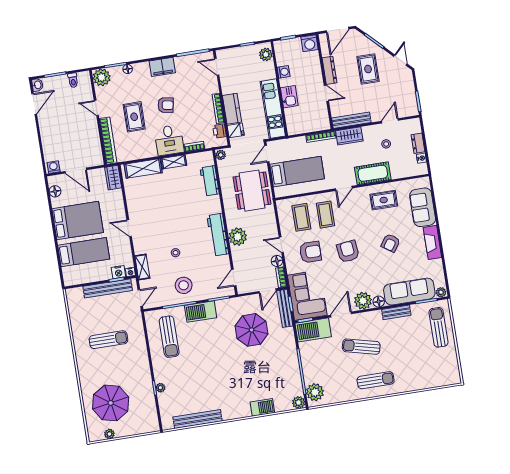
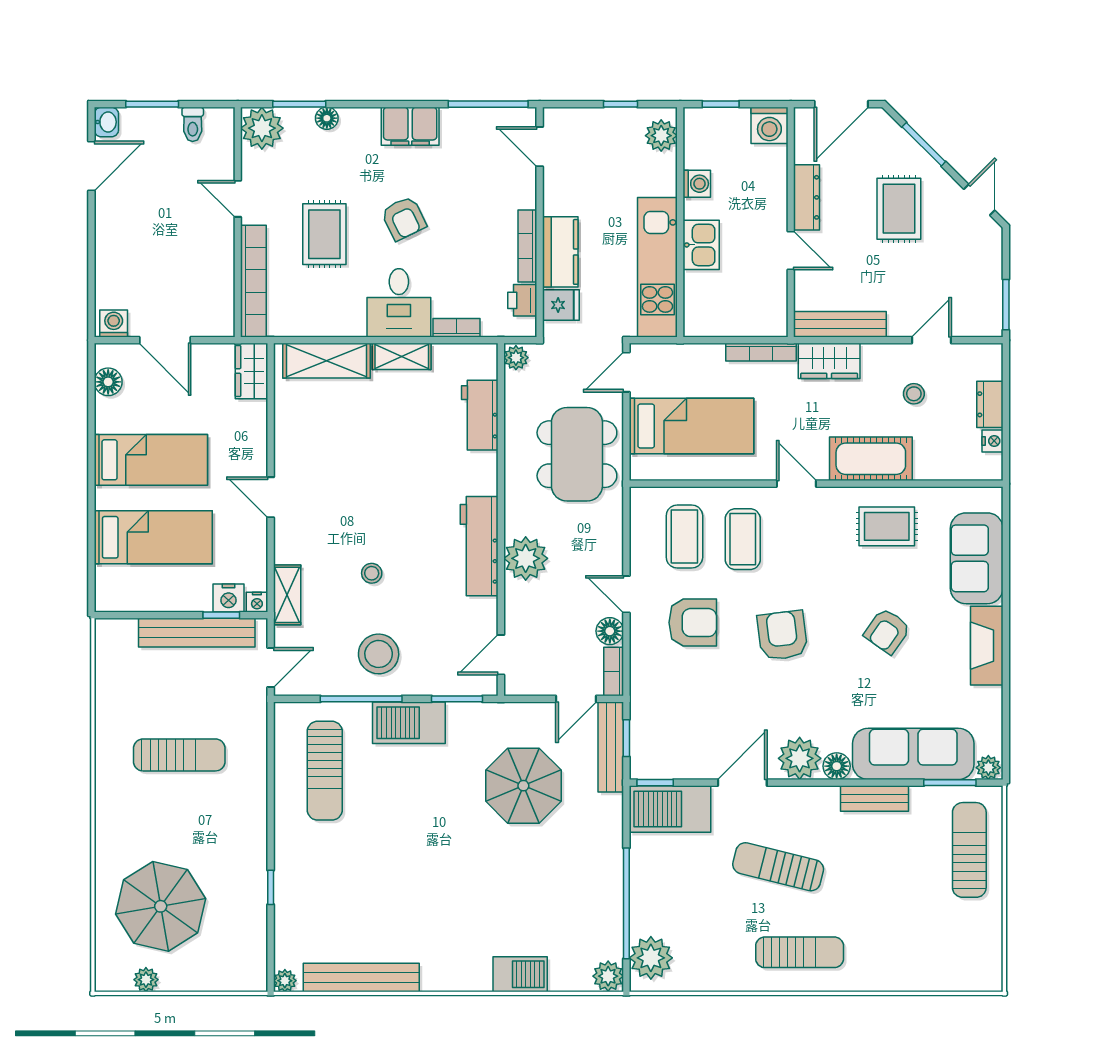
armchair: (166, 105) -> (404, 218), turned 54
door: (344, 188) -> (796, 484), swing flipped
bed: (78, 221) -> (151, 460), width x0.67
corner sofa: (307, 295) -> (669, 724), removed
plant: (160, 388) -> (285, 981), moved

